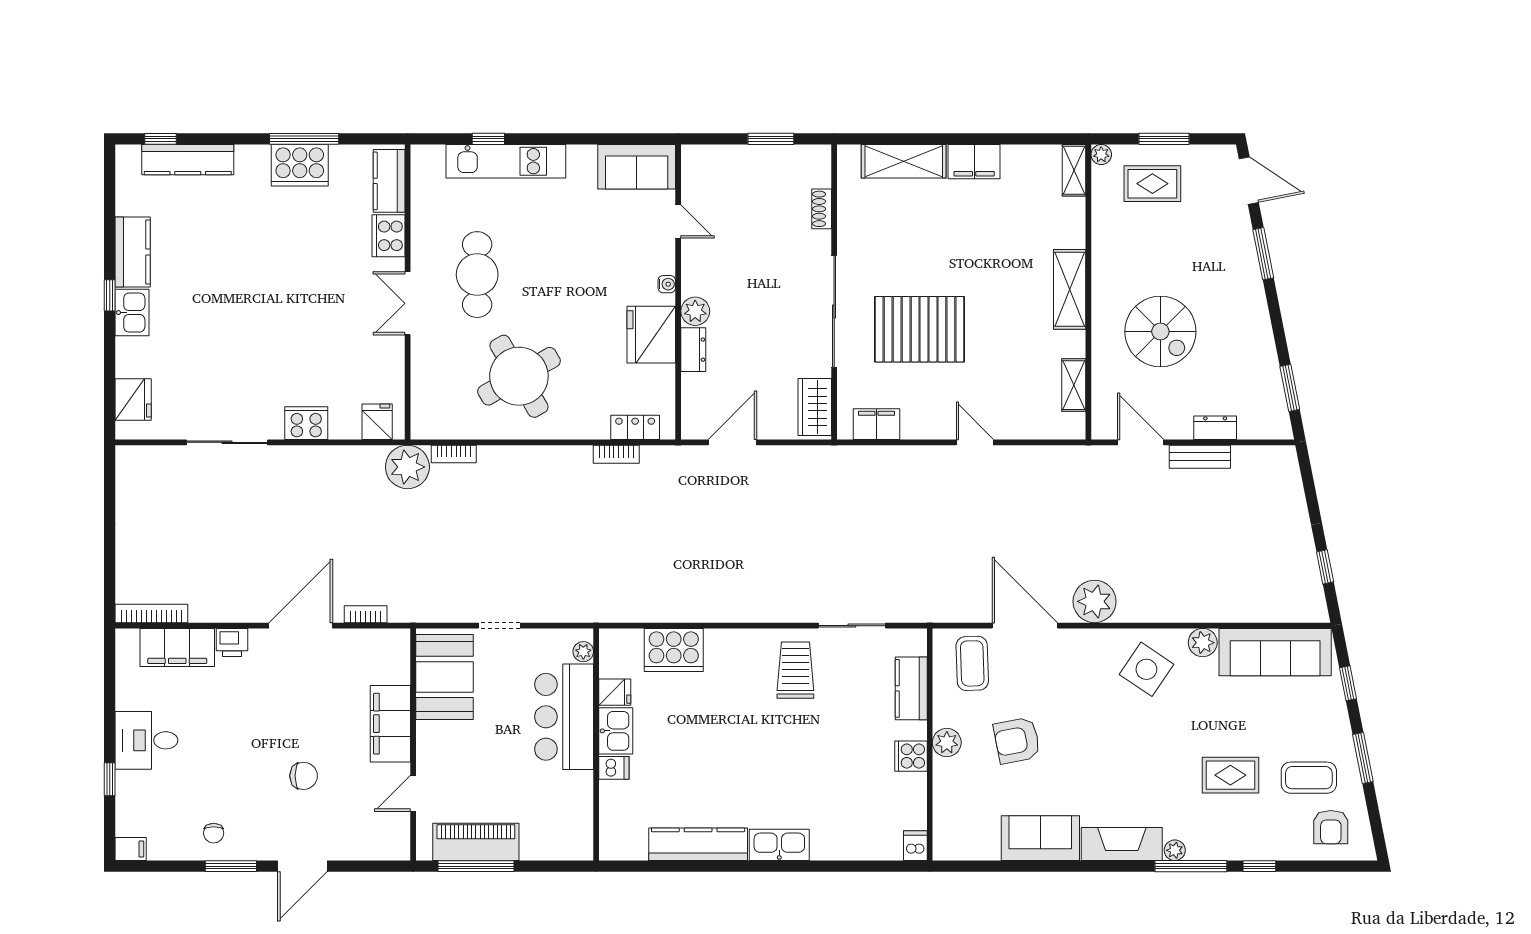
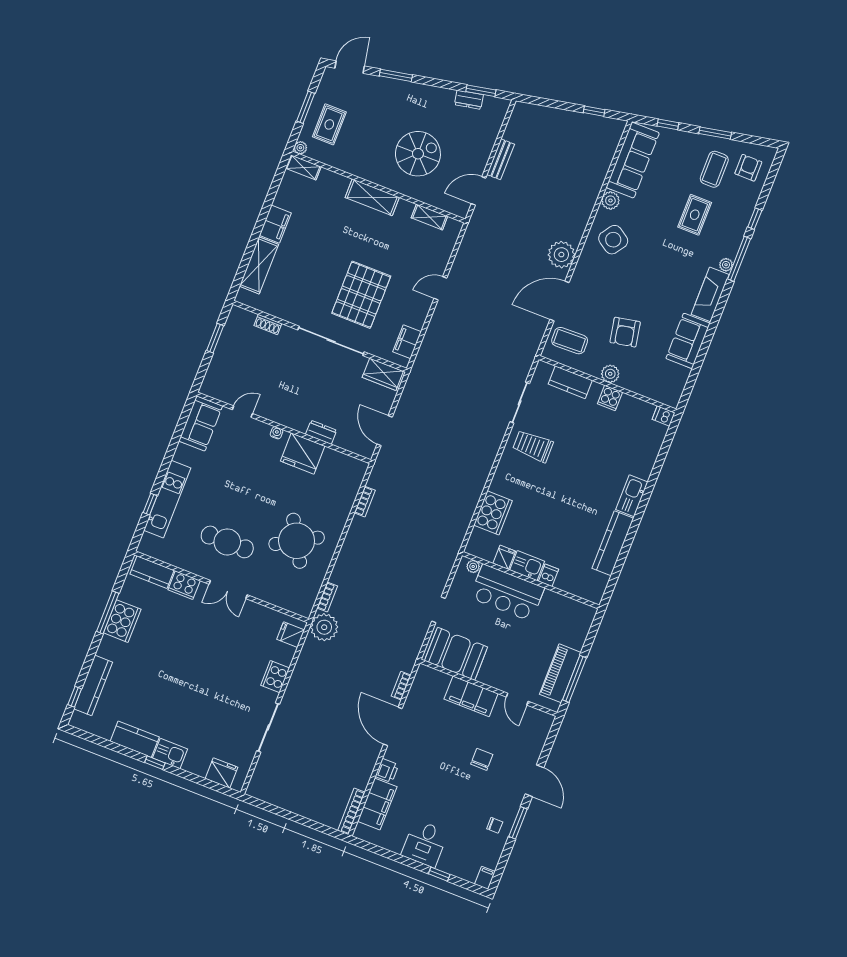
plant: (695, 311) -> (299, 422), removed
locker: (635, 427) -> (353, 484), removed
dresser: (1215, 428) -> (469, 100), moved, turned -101
armchair: (1331, 827) -> (748, 168), turned -90

